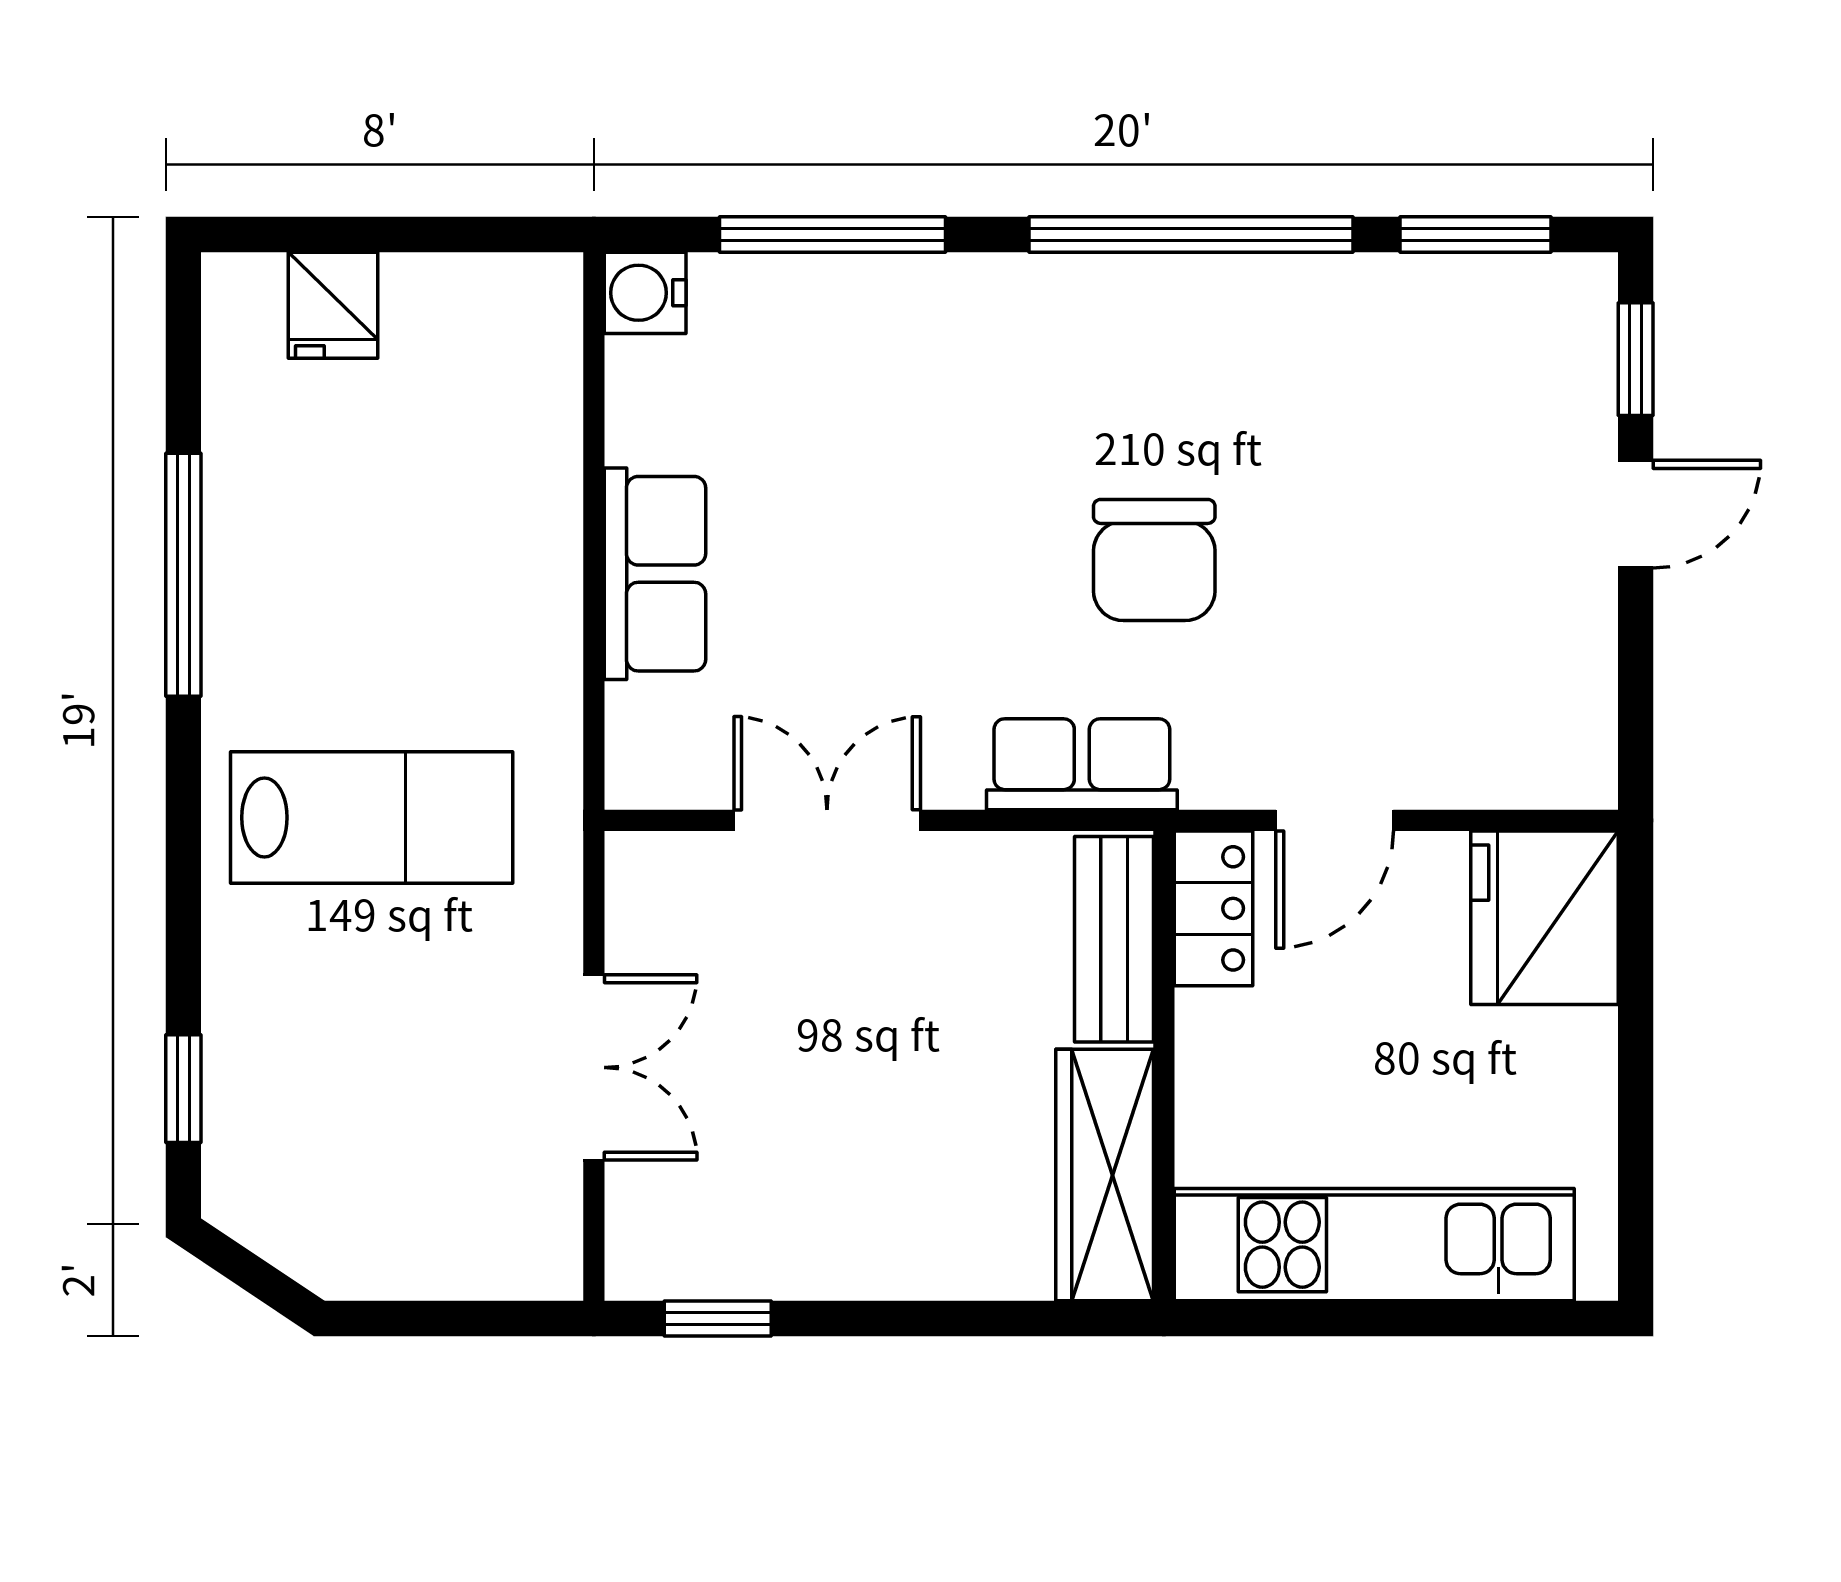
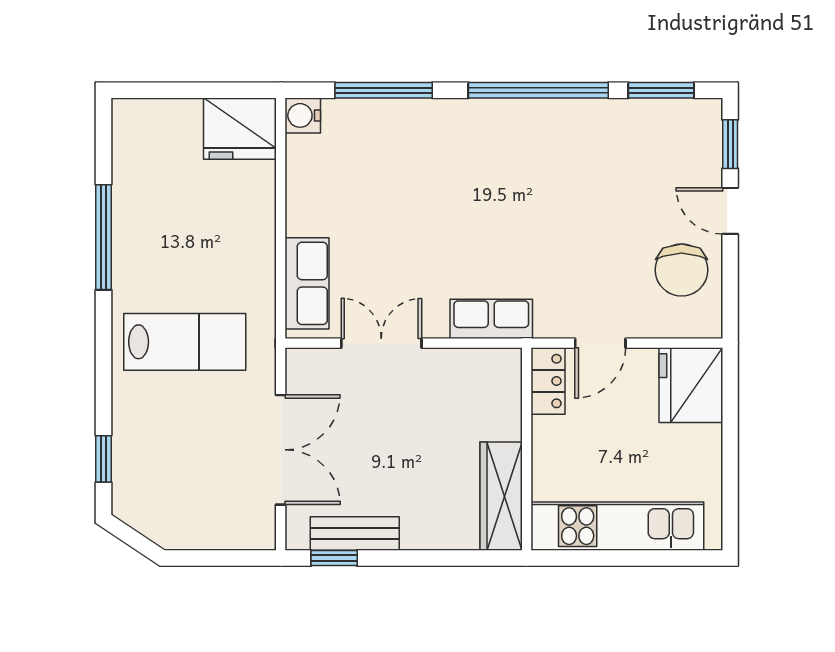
fridge: (333, 305) -> (240, 129), moved, width x1.88, depth x1.34
door: (1636, 514) -> (730, 211), swing flipped
chair: (1154, 560) -> (682, 270), moved
row of seats: (655, 574) -> (307, 283), moved
bench: (1114, 939) -> (355, 533), moved, turned 90
double door: (594, 1067) -> (281, 450), width x1.37

